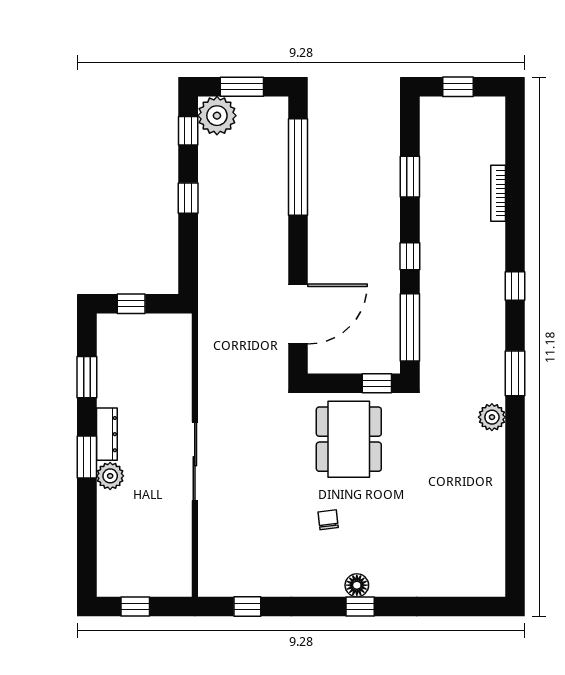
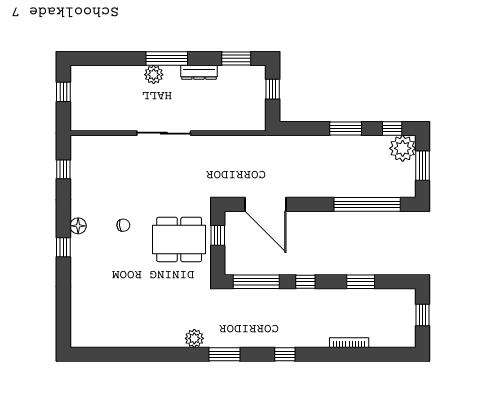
window: (188, 198) -> (346, 128), width x1.50
window: (87, 377) -> (236, 58), moved
window: (377, 383) -> (218, 235), moved
dresser: (107, 434) -> (199, 72), moved
window: (87, 457) -> (167, 58), width x1.44
floor lamp: (357, 585) -> (78, 226), moved

